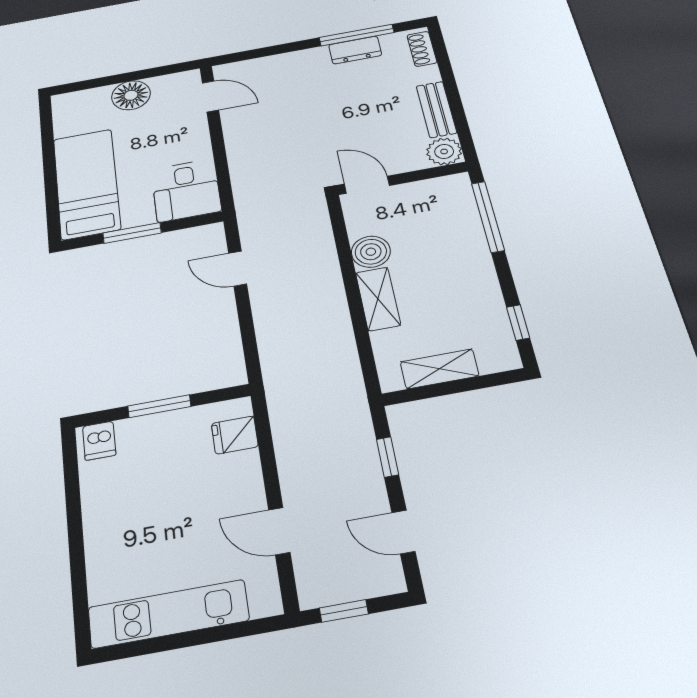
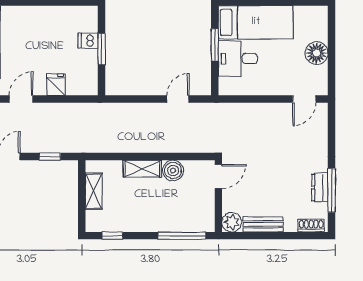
desk: (186, 190) -> (238, 59), moved
fridge: (235, 435) -> (56, 85), moved
dishwasher: (99, 441) -> (88, 41), moved

